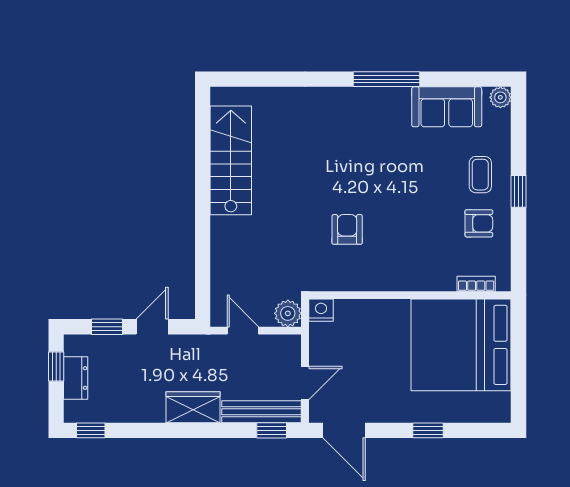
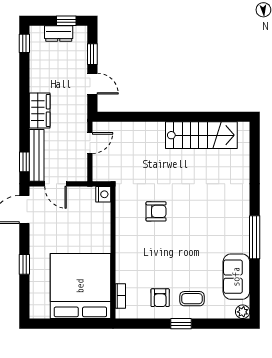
plant: (288, 313) -> (101, 173), removed

